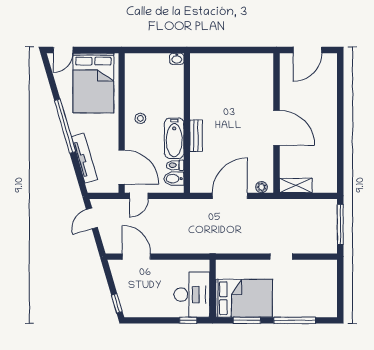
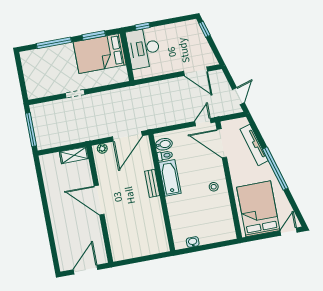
wall: (187, 123) -> (162, 193), moved
bench: (196, 136) -> (152, 183), moved
bathtub: (174, 138) -> (170, 178), moved
toilet: (175, 165) -> (165, 156), moved
bidet: (174, 179) -> (164, 144), moved

